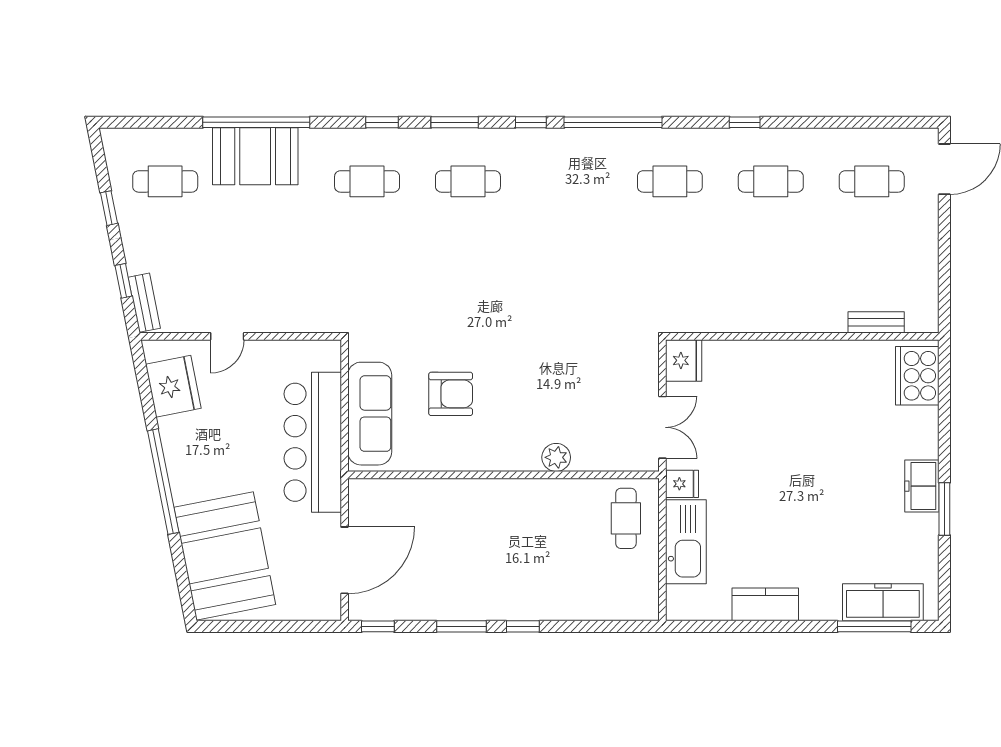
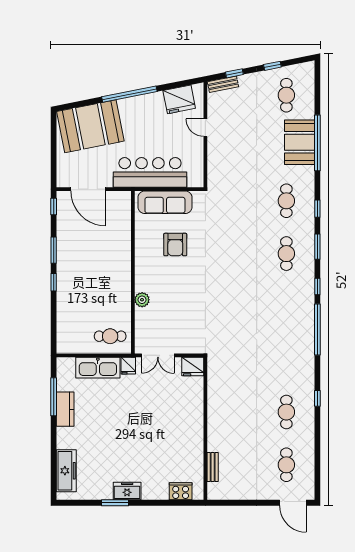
cafe table: (670, 181) -> (286, 359), removed
cooker: (917, 376) -> (181, 491), width x0.73, depth x0.76
window: (874, 626) -> (54, 397), moved

